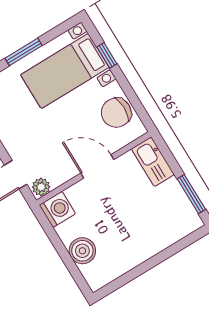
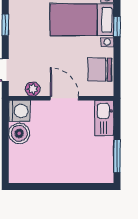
plant: (41, 187) -> (33, 89), moved
boiler: (82, 251) -> (19, 133), moved

